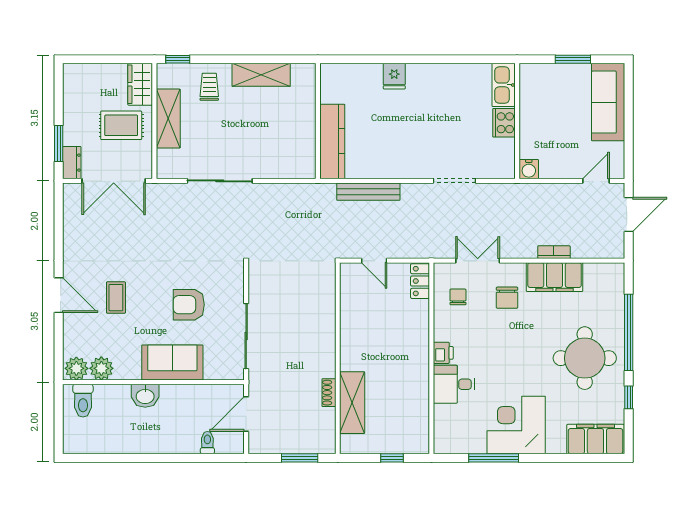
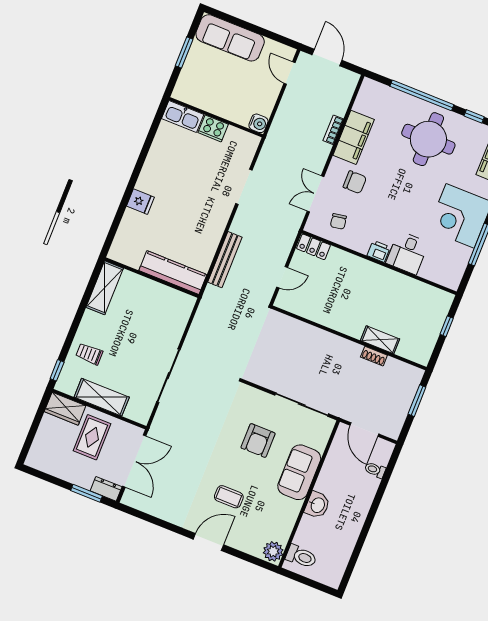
shelving: (261, 75) -> (105, 288), moved
chair: (458, 297) -> (338, 221), turned -100
plant: (101, 368) -> (281, 531), removed
shelving: (352, 403) -> (380, 340), width x0.67, depth x0.75

